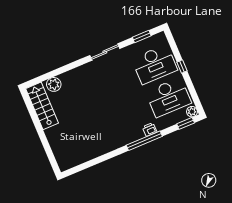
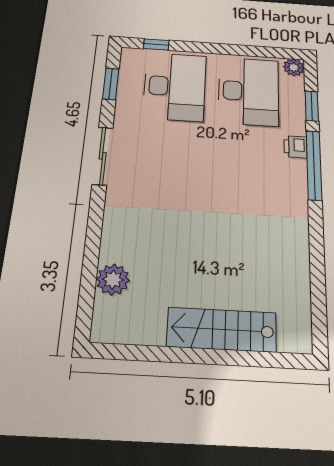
window: (182, 66) -> (156, 44), moved
stairs: (42, 106) -> (222, 330), moved
window: (186, 123) -> (312, 106), moved

